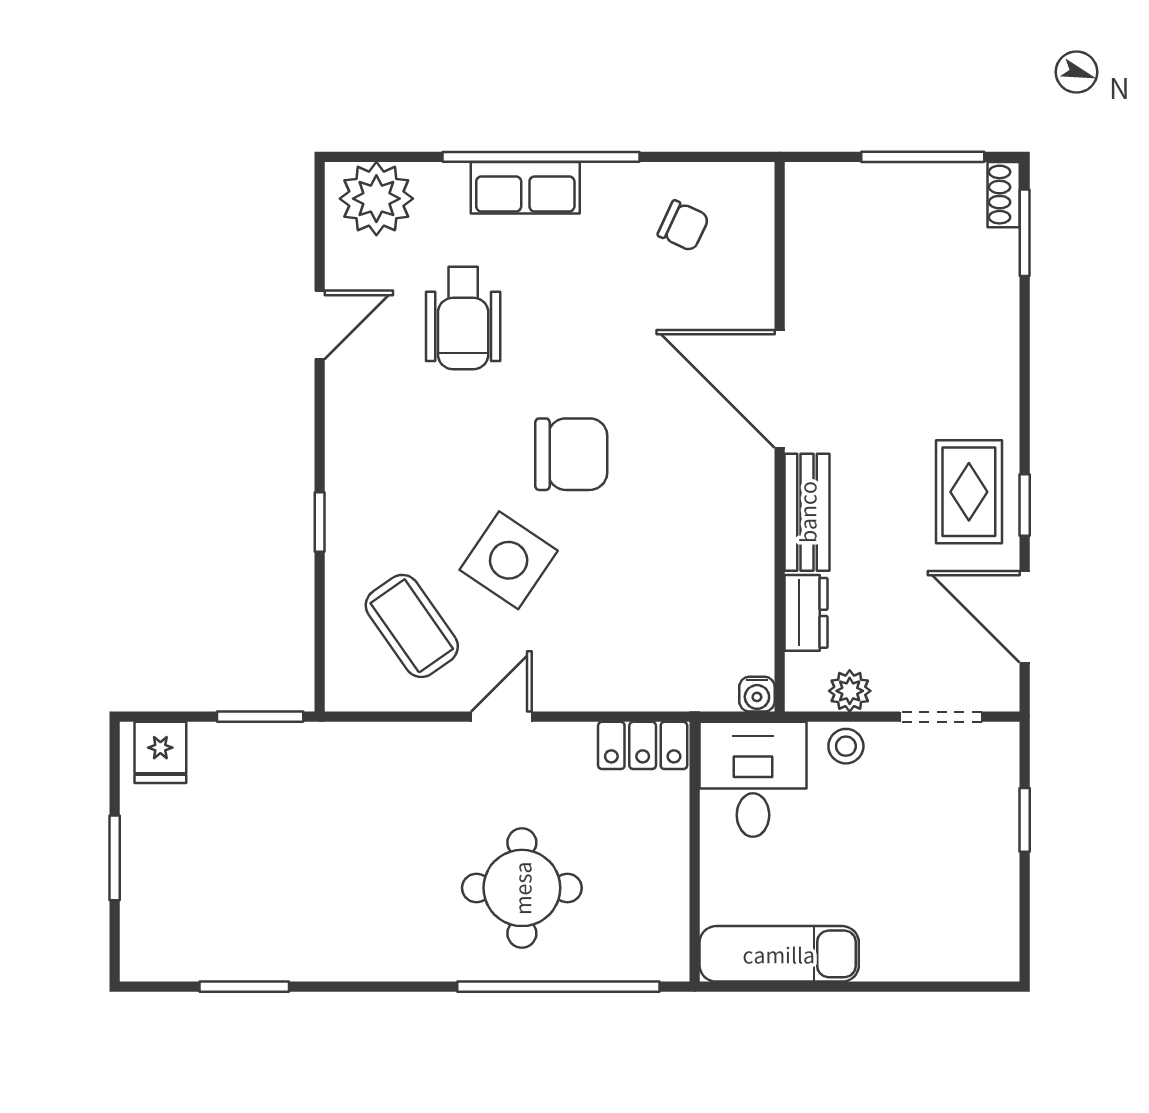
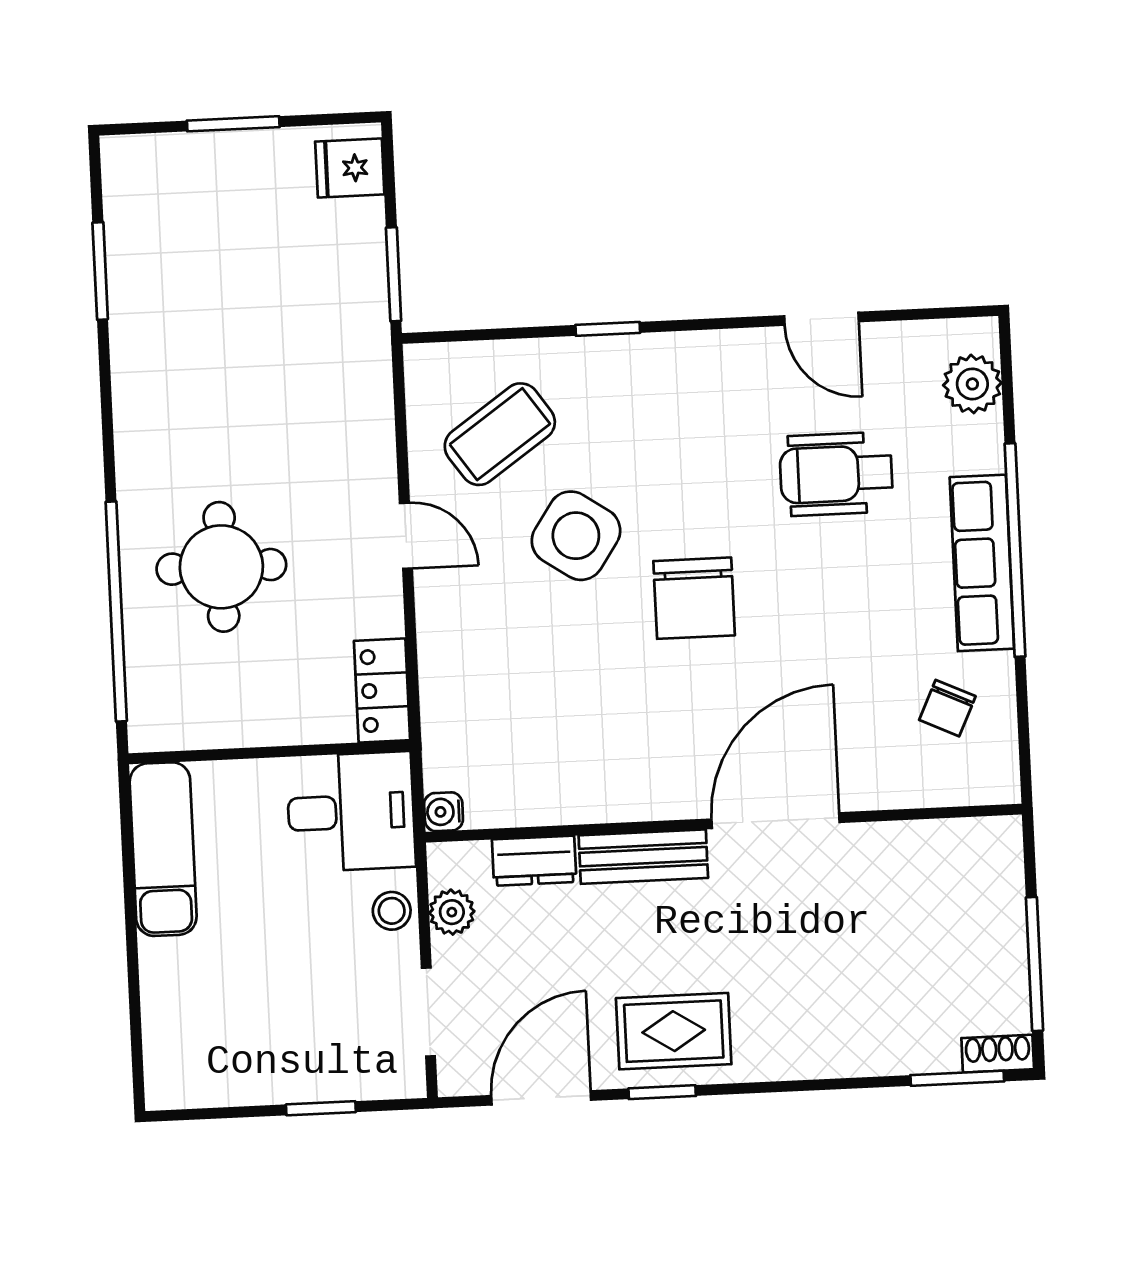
row of seats: (525, 188) -> (982, 563), width x1.48
plant: (376, 199) -> (972, 384), width x0.73, depth x0.73

